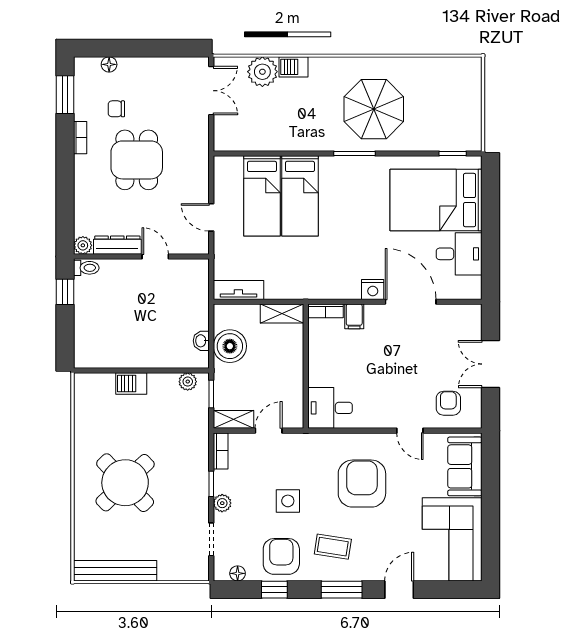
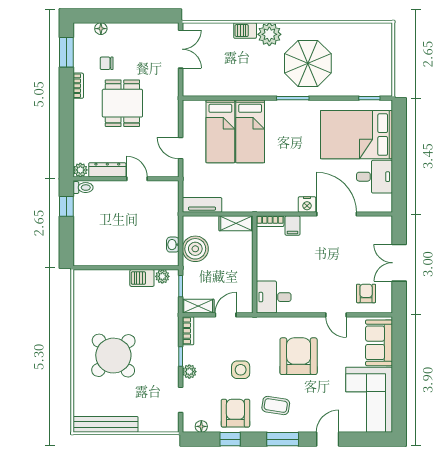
plant: (262, 72) -> (269, 34), moved
barbecue: (131, 384) -> (142, 278), moved

